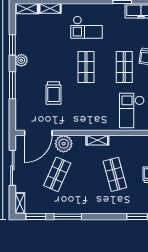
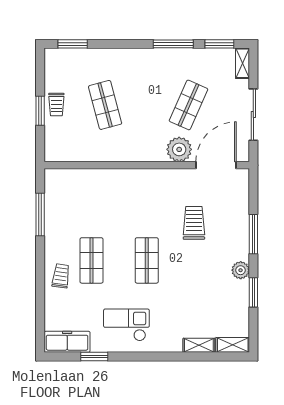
checkout: (86, 27) -> (126, 325), moved
checkout: (132, 110) -> (81, 198), removed
shelving: (97, 140) -> (130, 155), removed

